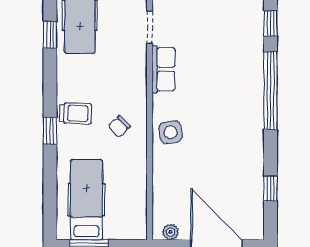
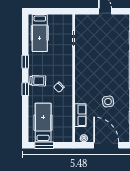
window: (50, 35) -> (25, 62), moved
row of seats: (163, 69) -> (80, 115), moved
side table: (170, 132) -> (108, 102), moved

